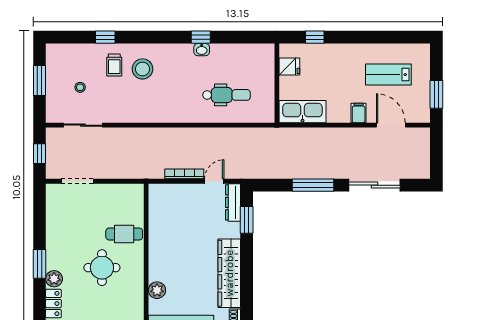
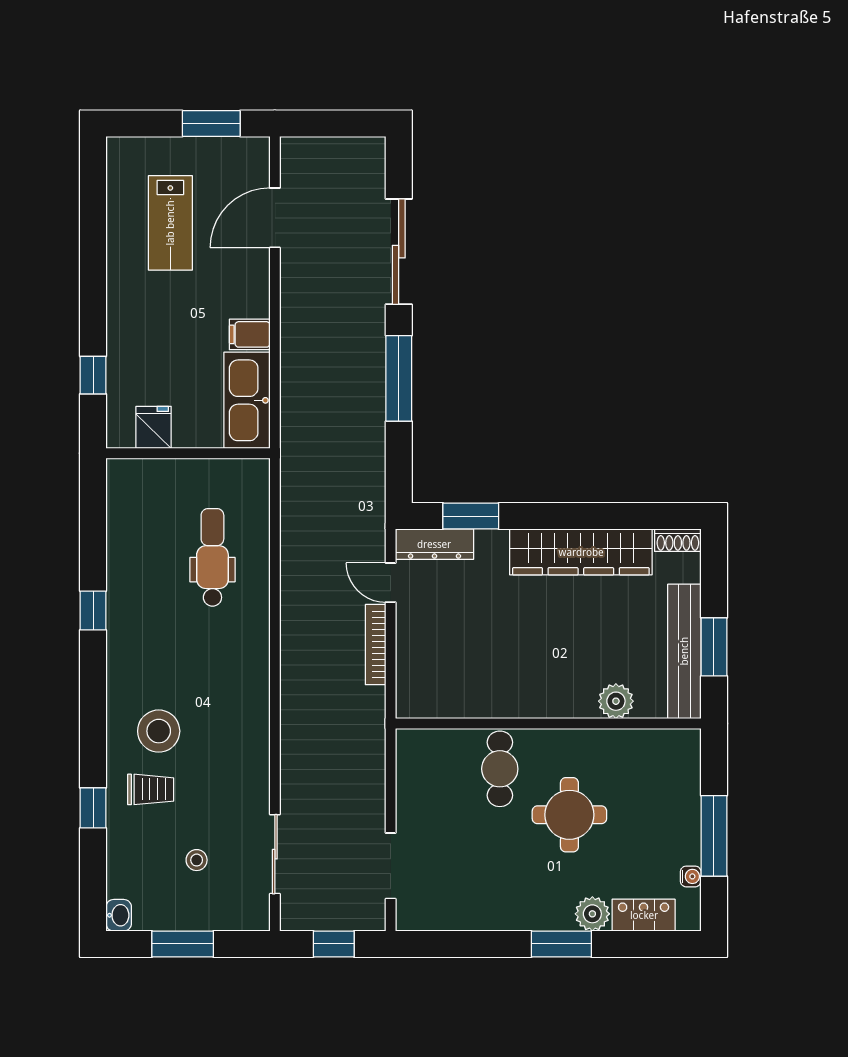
washbasin: (202, 50) -> (119, 915), moved
filing cabinet: (359, 113) -> (250, 334), moved

